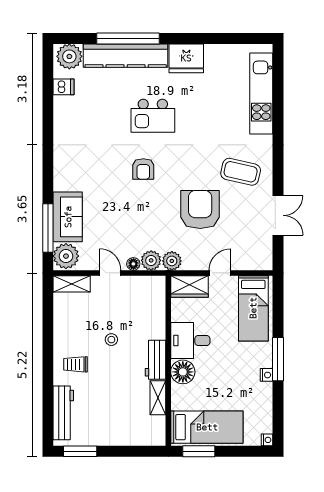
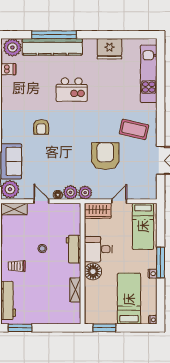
fridge: (186, 58) -> (109, 49), moved
armchair: (143, 169) -> (41, 127), moved
workbench: (155, 360) -> (74, 249), moved
bed: (207, 427) -> (129, 299), moved, turned -90

